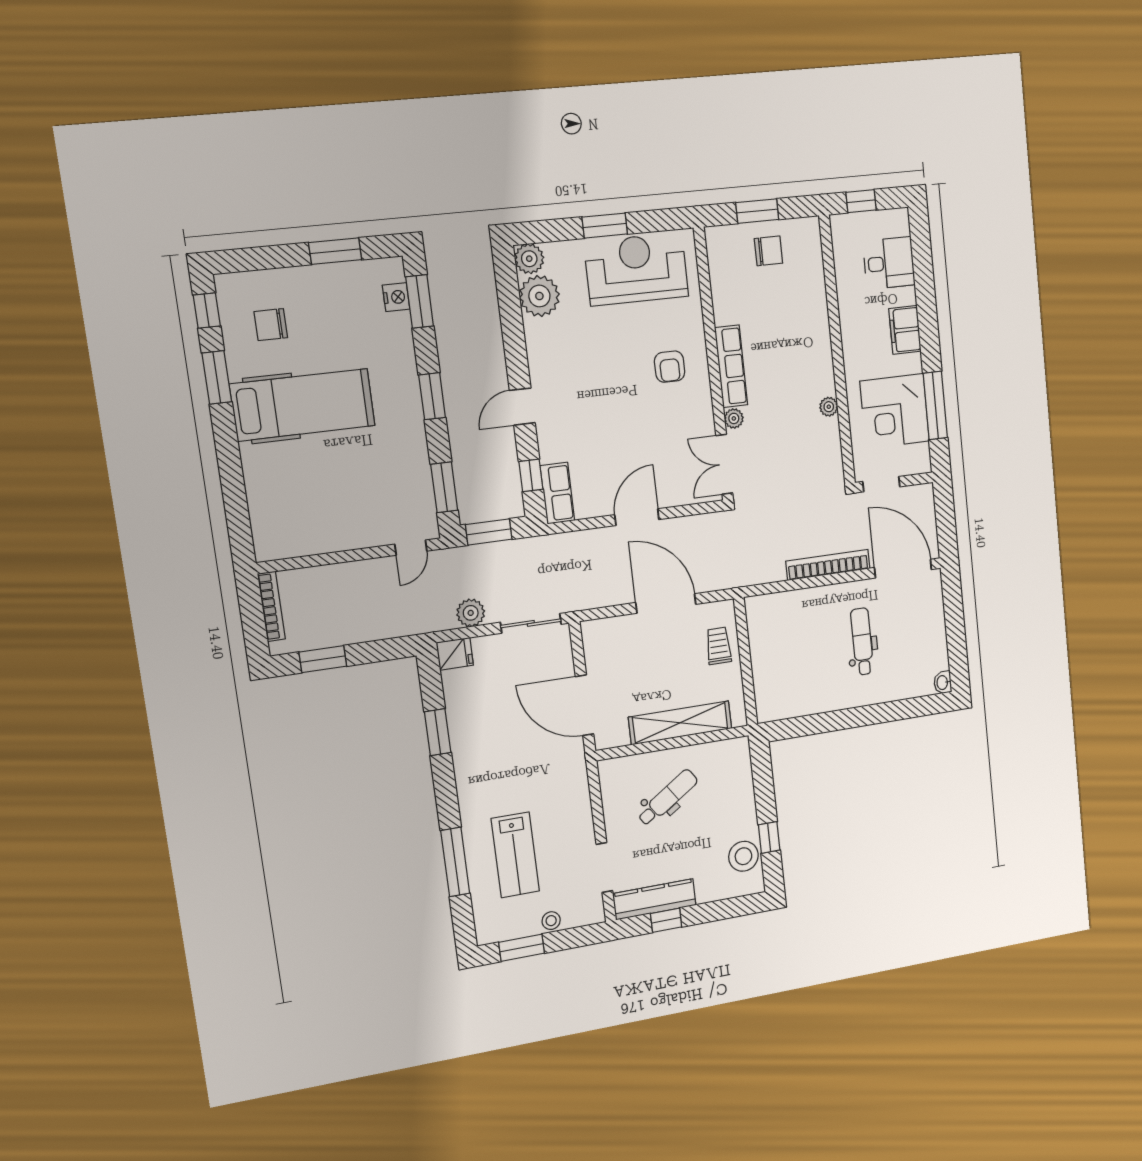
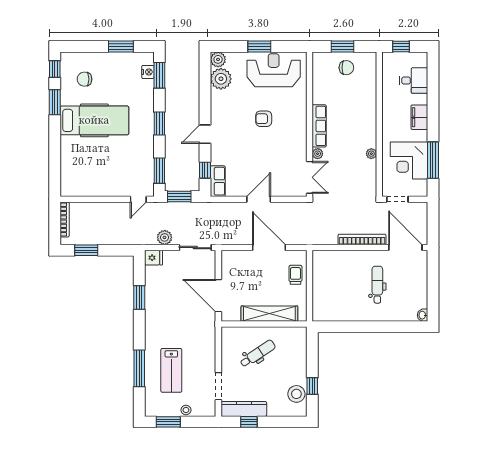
armchair: (670, 367) -> (264, 119), moved, turned 90
double door: (724, 464) -> (310, 177), swing flipped

